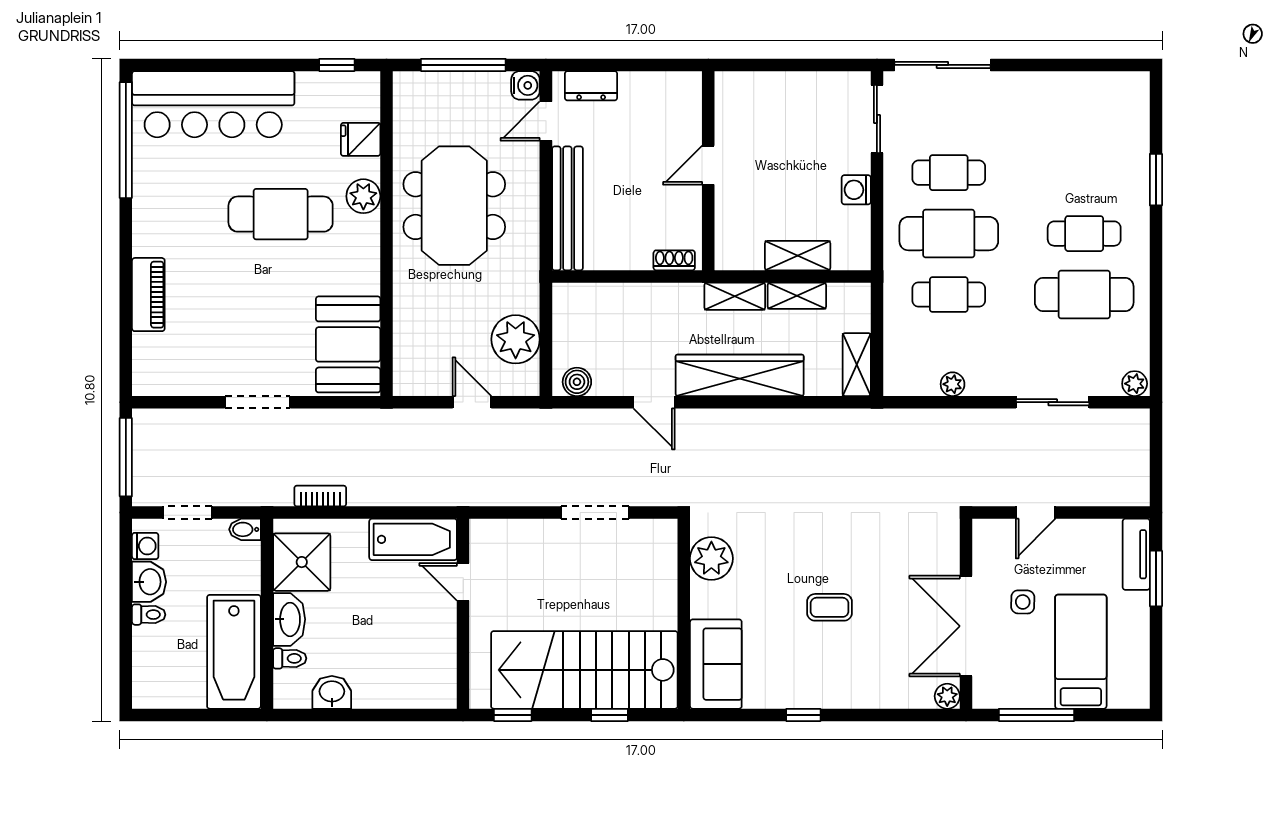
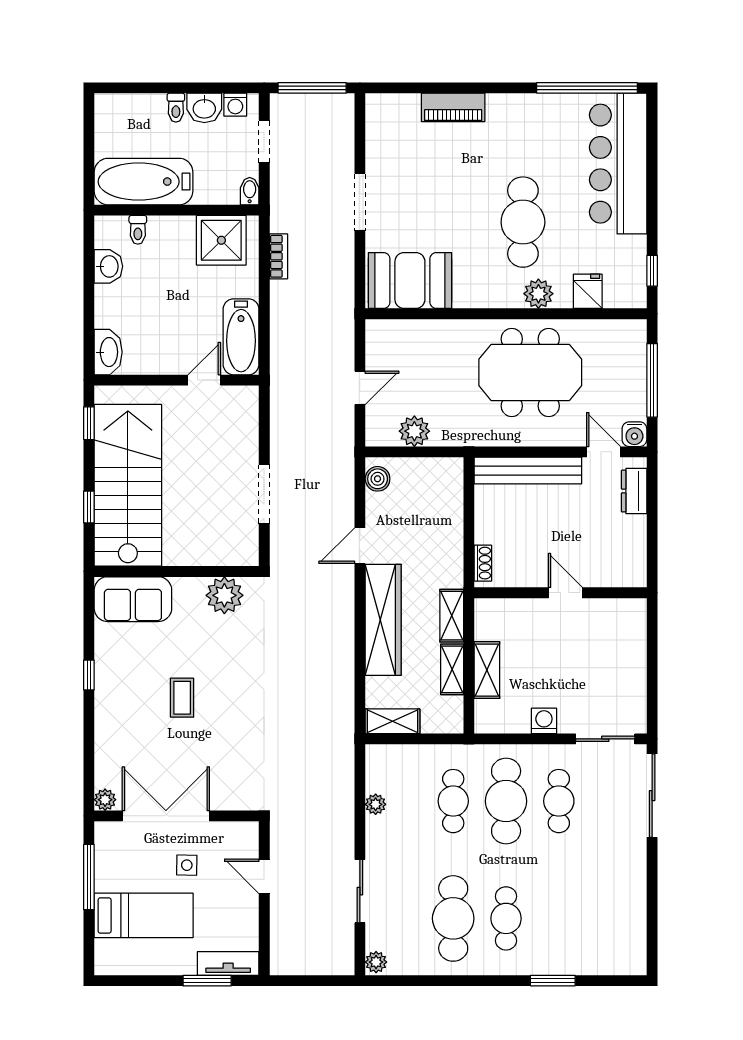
plant: (516, 339) -> (414, 431), width x0.73, depth x0.73
washbasin: (289, 619) -> (108, 352), moved, turned -90

